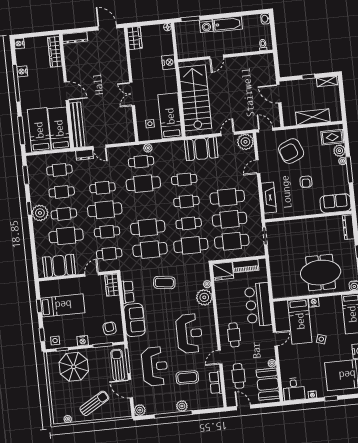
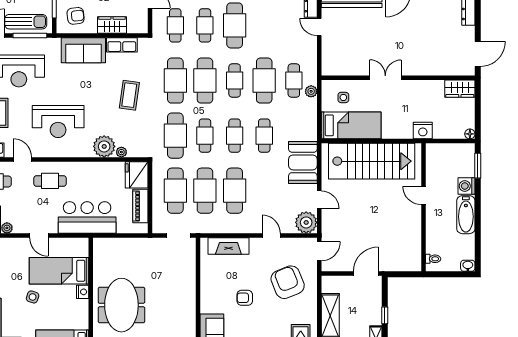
door: (99, 147) -> (319, 27), hinge flipped
cafe table: (102, 188) -> (235, 81), moved
wardrobe: (112, 285) -> (112, 25), moved

